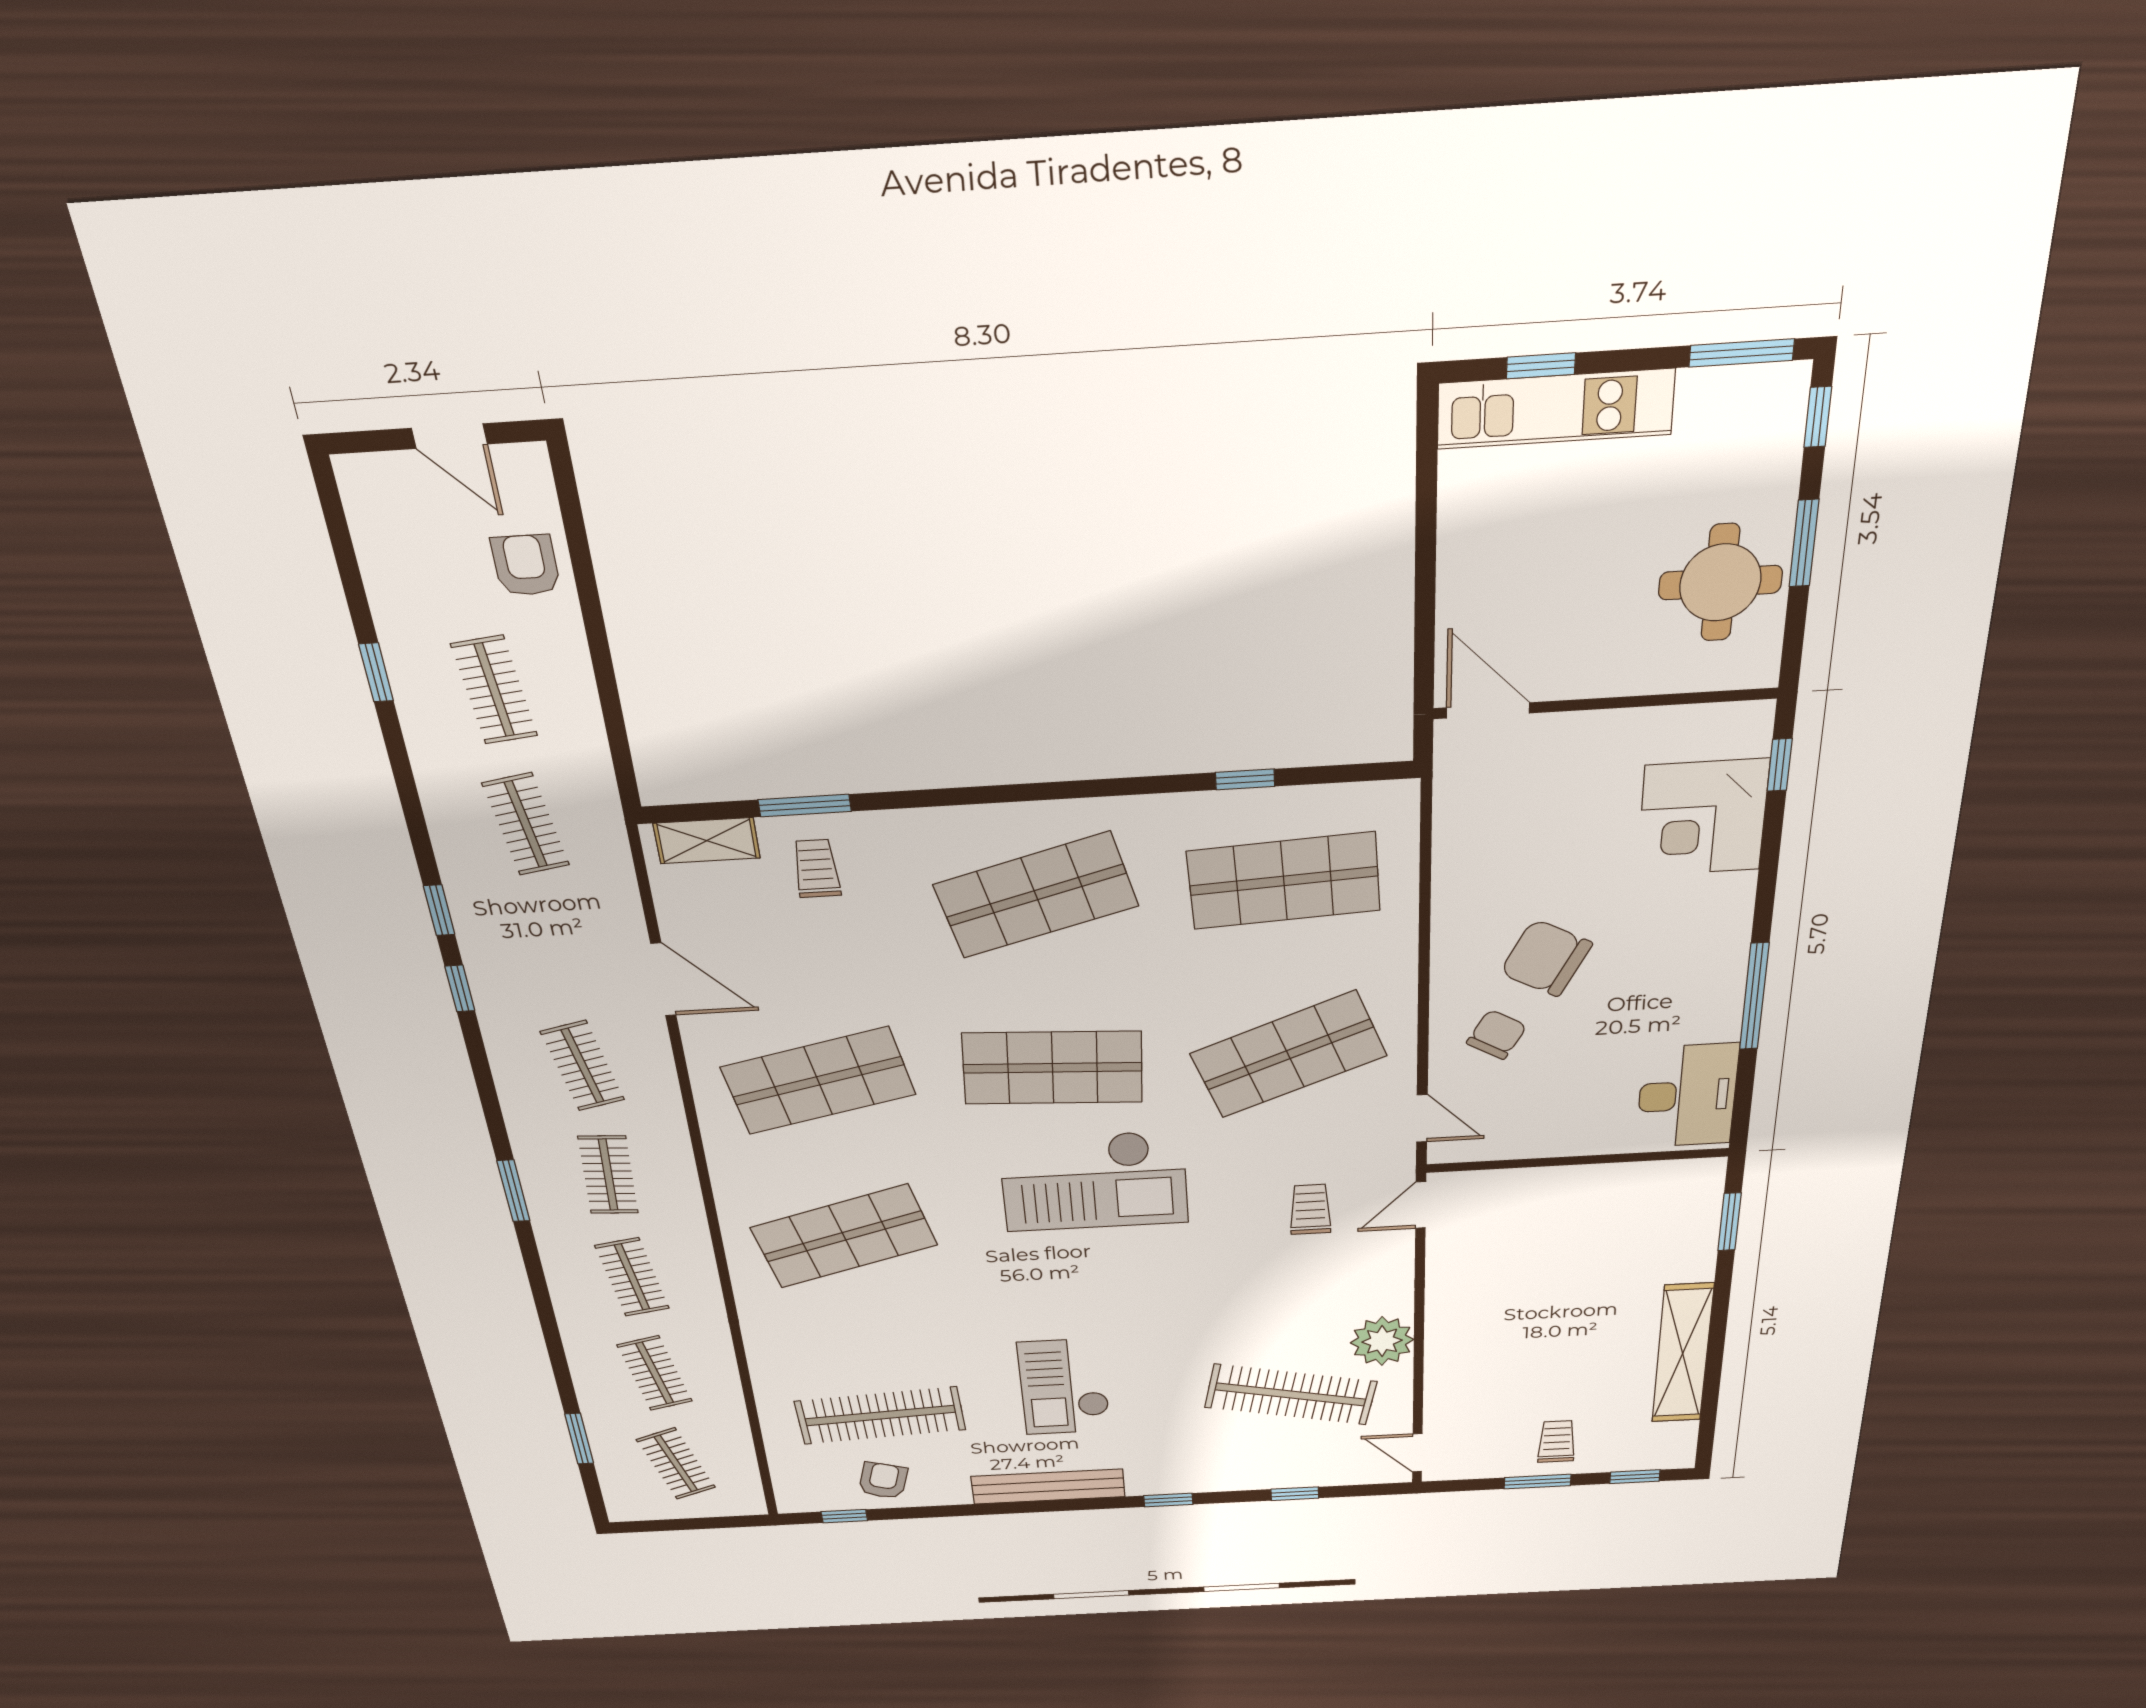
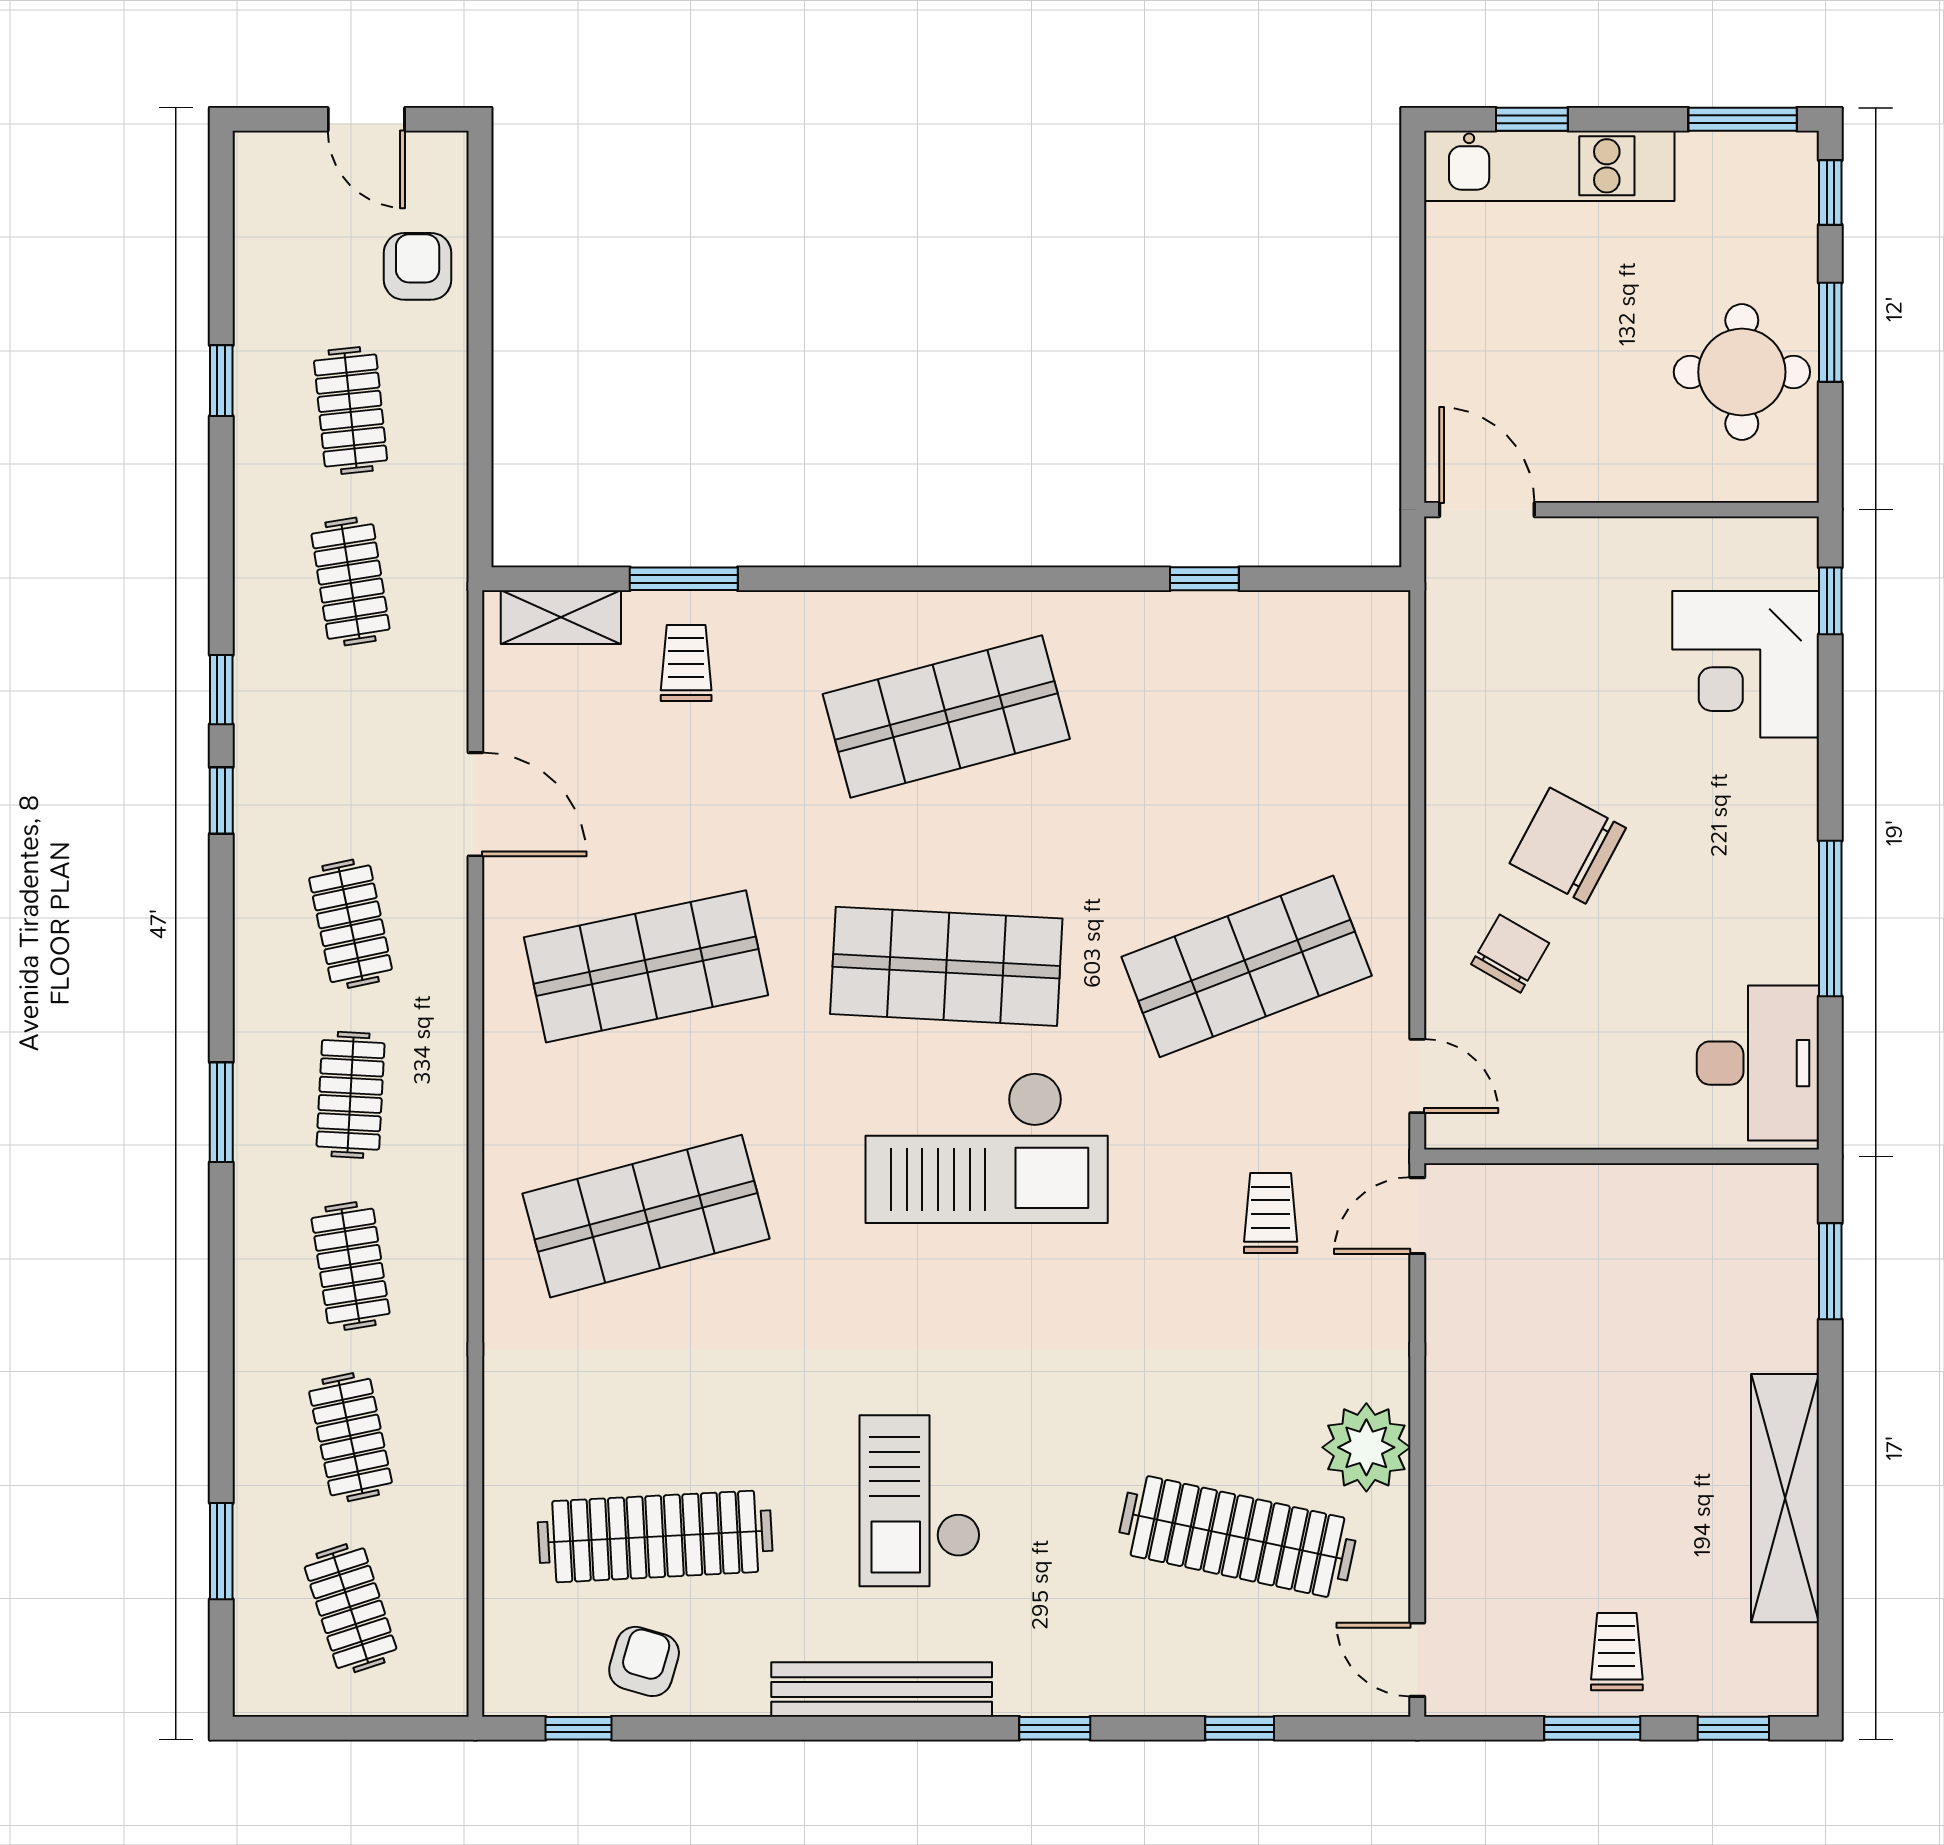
shop shelf: (1284, 881) -> (1247, 716), removed

